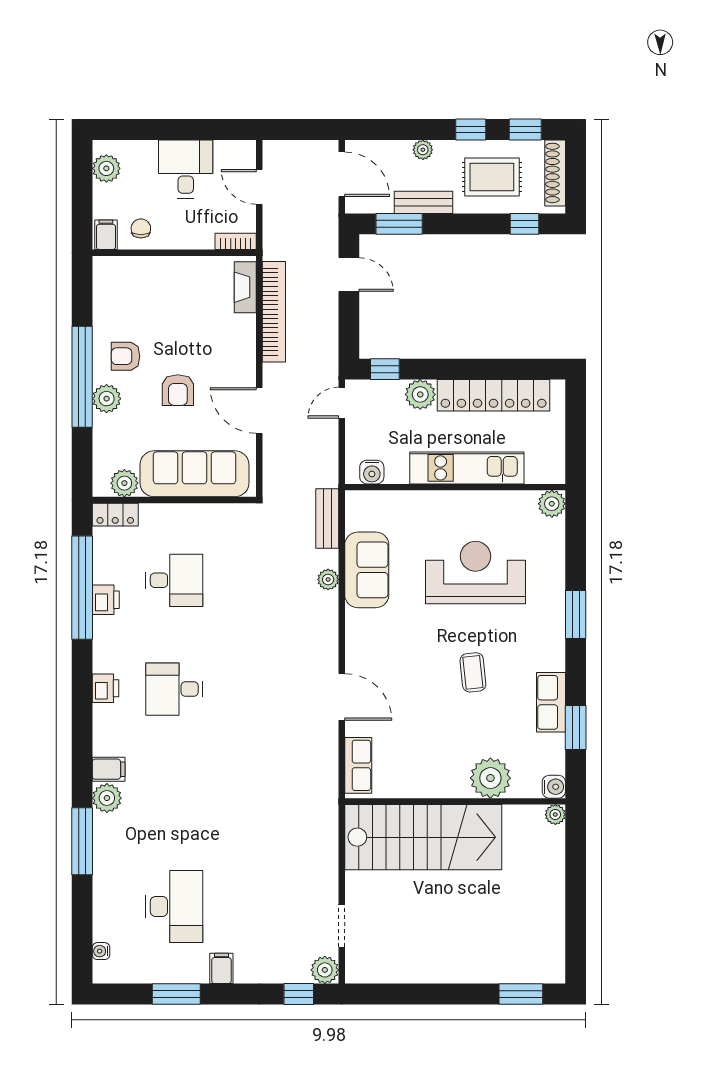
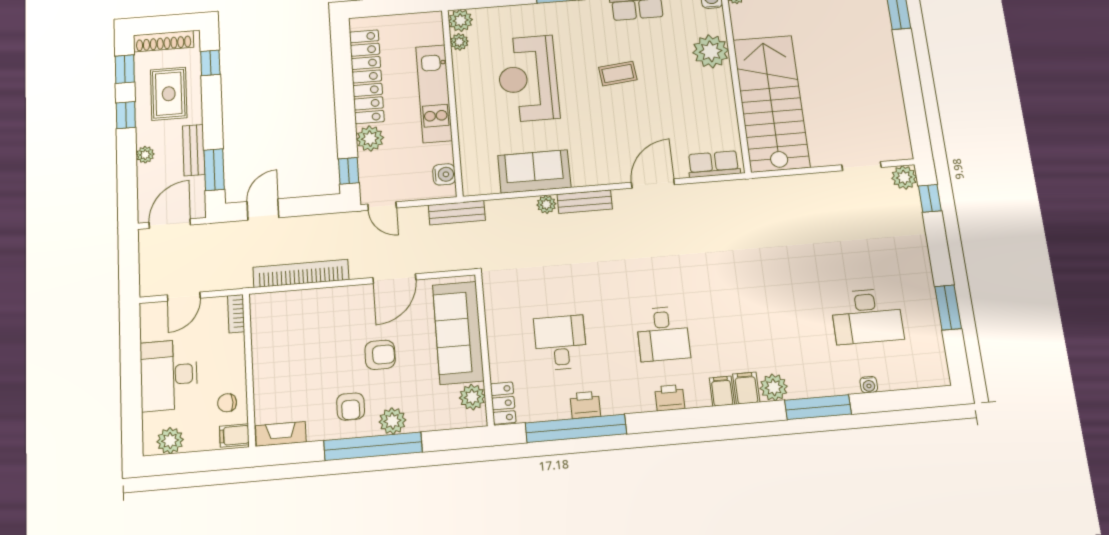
desk: (186, 169) -> (169, 375), width x1.37
fireplace: (245, 287) -> (281, 434), moved, turned 180
plant: (526, 500) -> (459, 42), added
bench: (327, 519) -> (457, 213), moved
bench: (328, 621) -> (585, 202), added
desk: (174, 907) -> (867, 316), turned 180
water cooler: (101, 951) -> (869, 385), moved
filing cabinet: (221, 968) -> (722, 391), moved, turned 90

